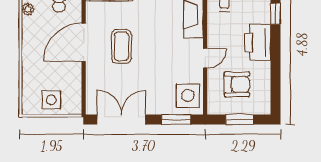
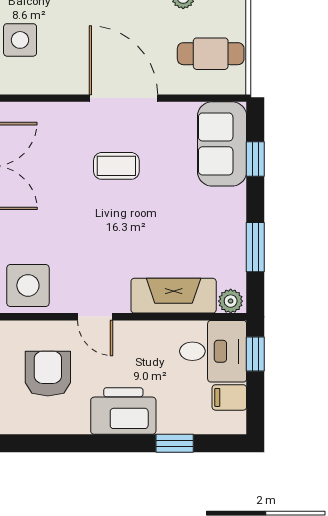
coffee table: (121, 46) -> (116, 166), width x0.73, depth x0.77
armchair: (237, 84) -> (48, 374), turned 180

